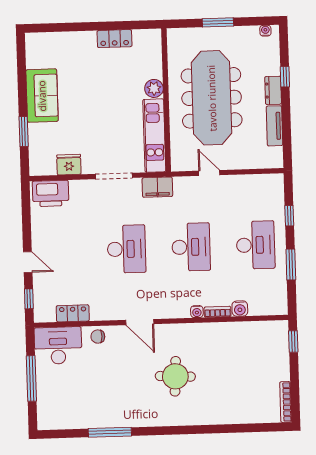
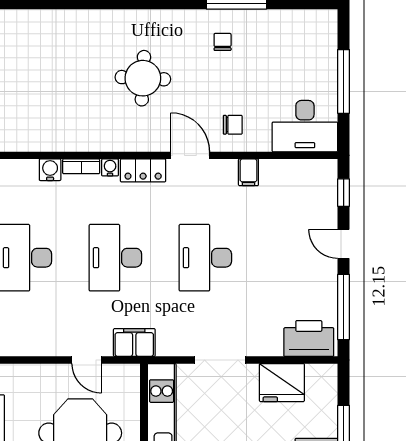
fridge: (69, 165) -> (282, 383), width x1.36, depth x1.34
filing cabinet: (157, 187) -> (134, 343), moved
window: (26, 217) -> (344, 307), added
filing cabinet: (97, 311) -> (248, 172), added
locker: (73, 313) -> (143, 170), moved
chair: (98, 337) -> (233, 125), moved
chair: (119, 404) -> (223, 42), added

